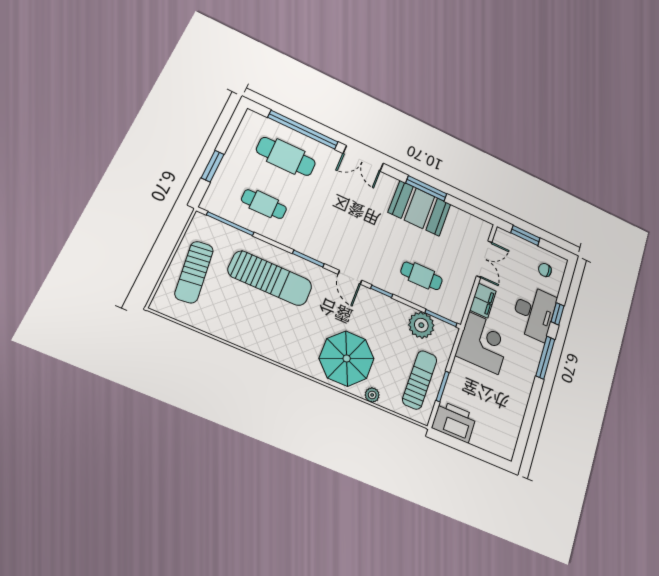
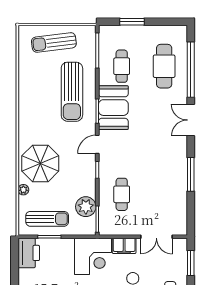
booth: (419, 208) -> (113, 108), moved

